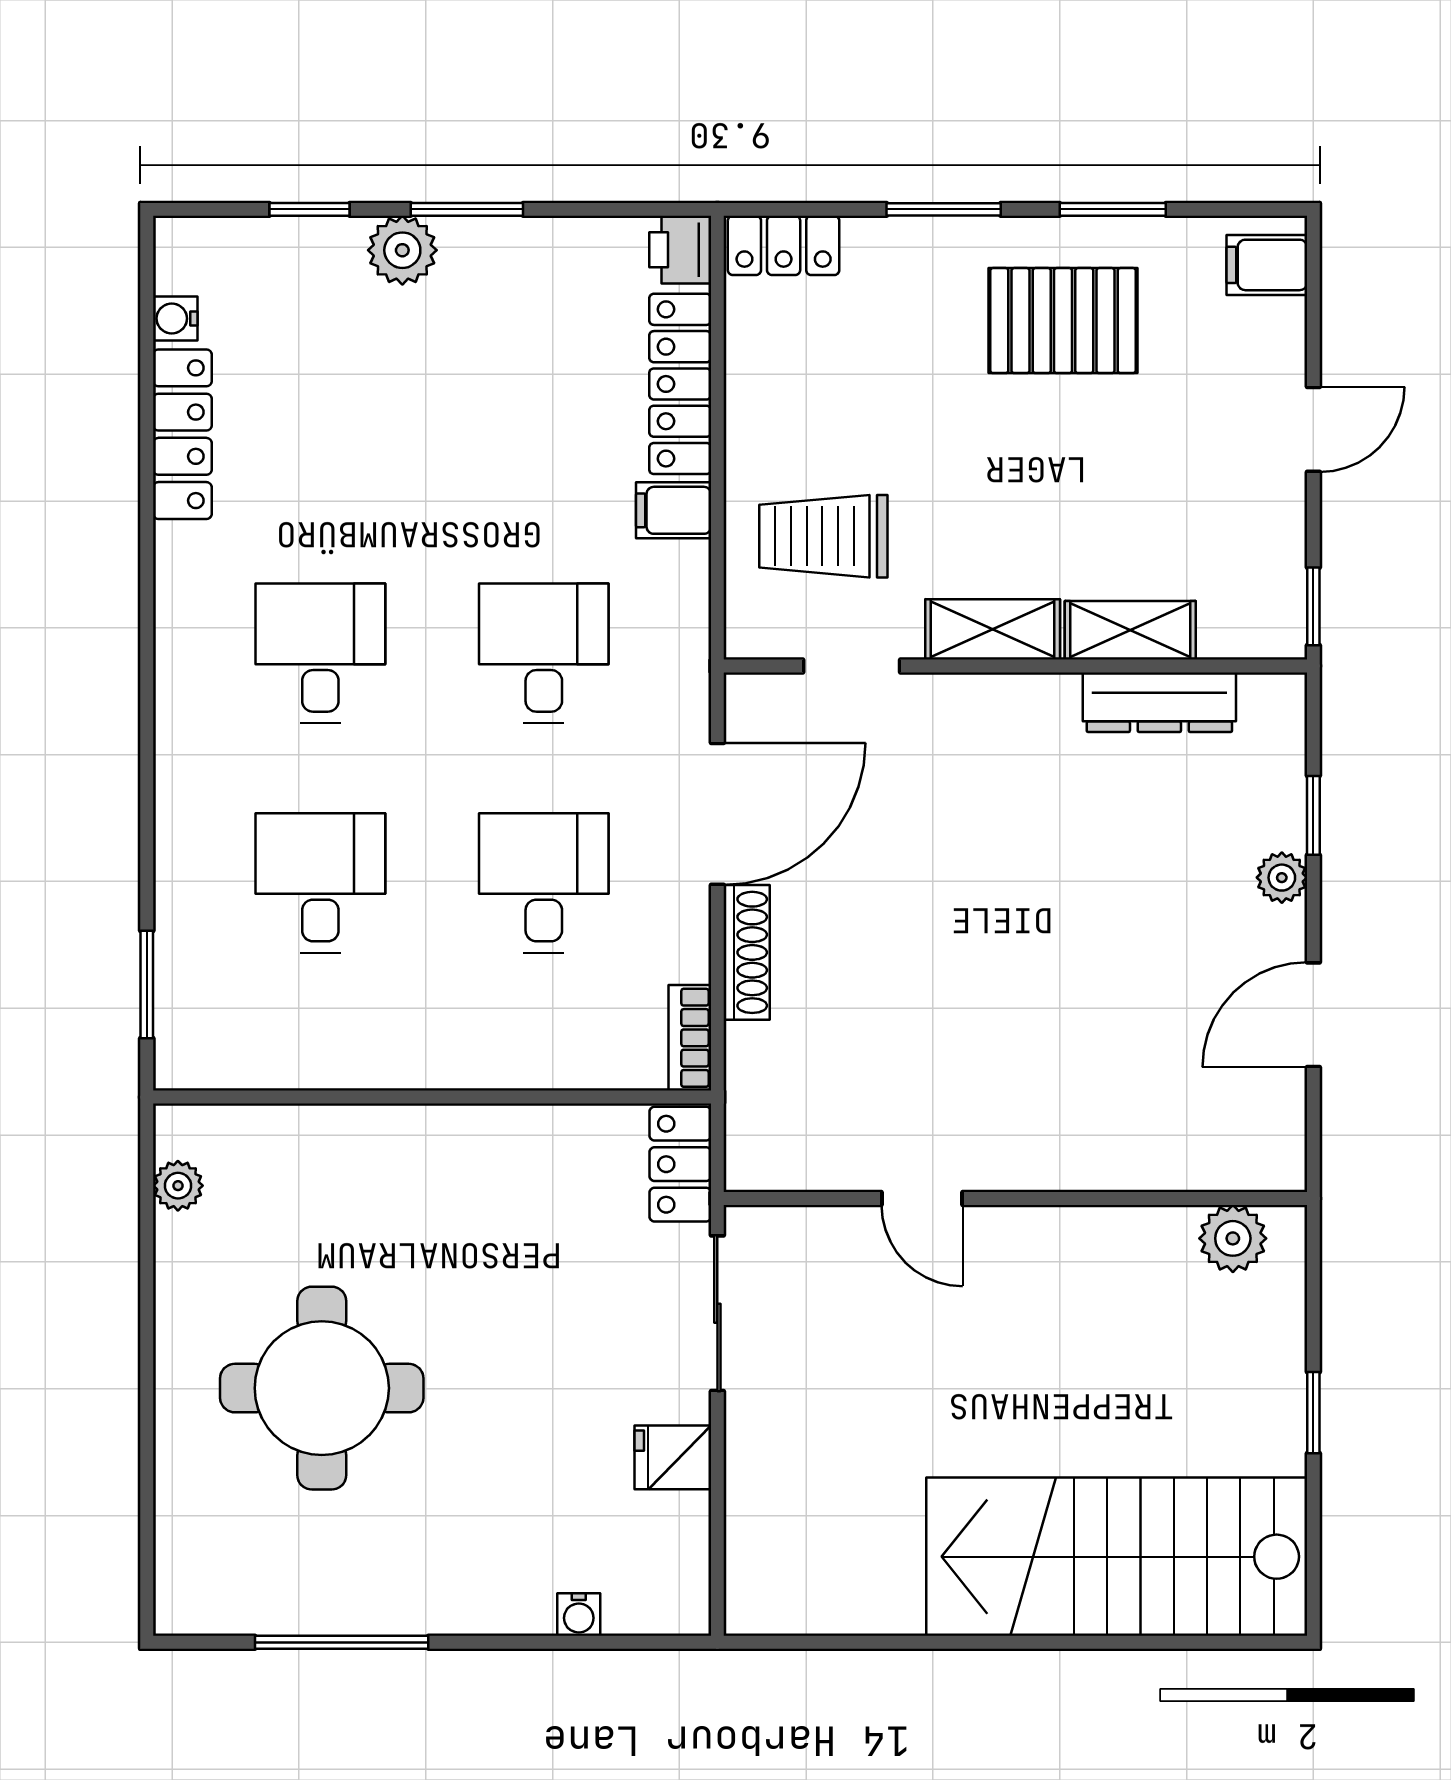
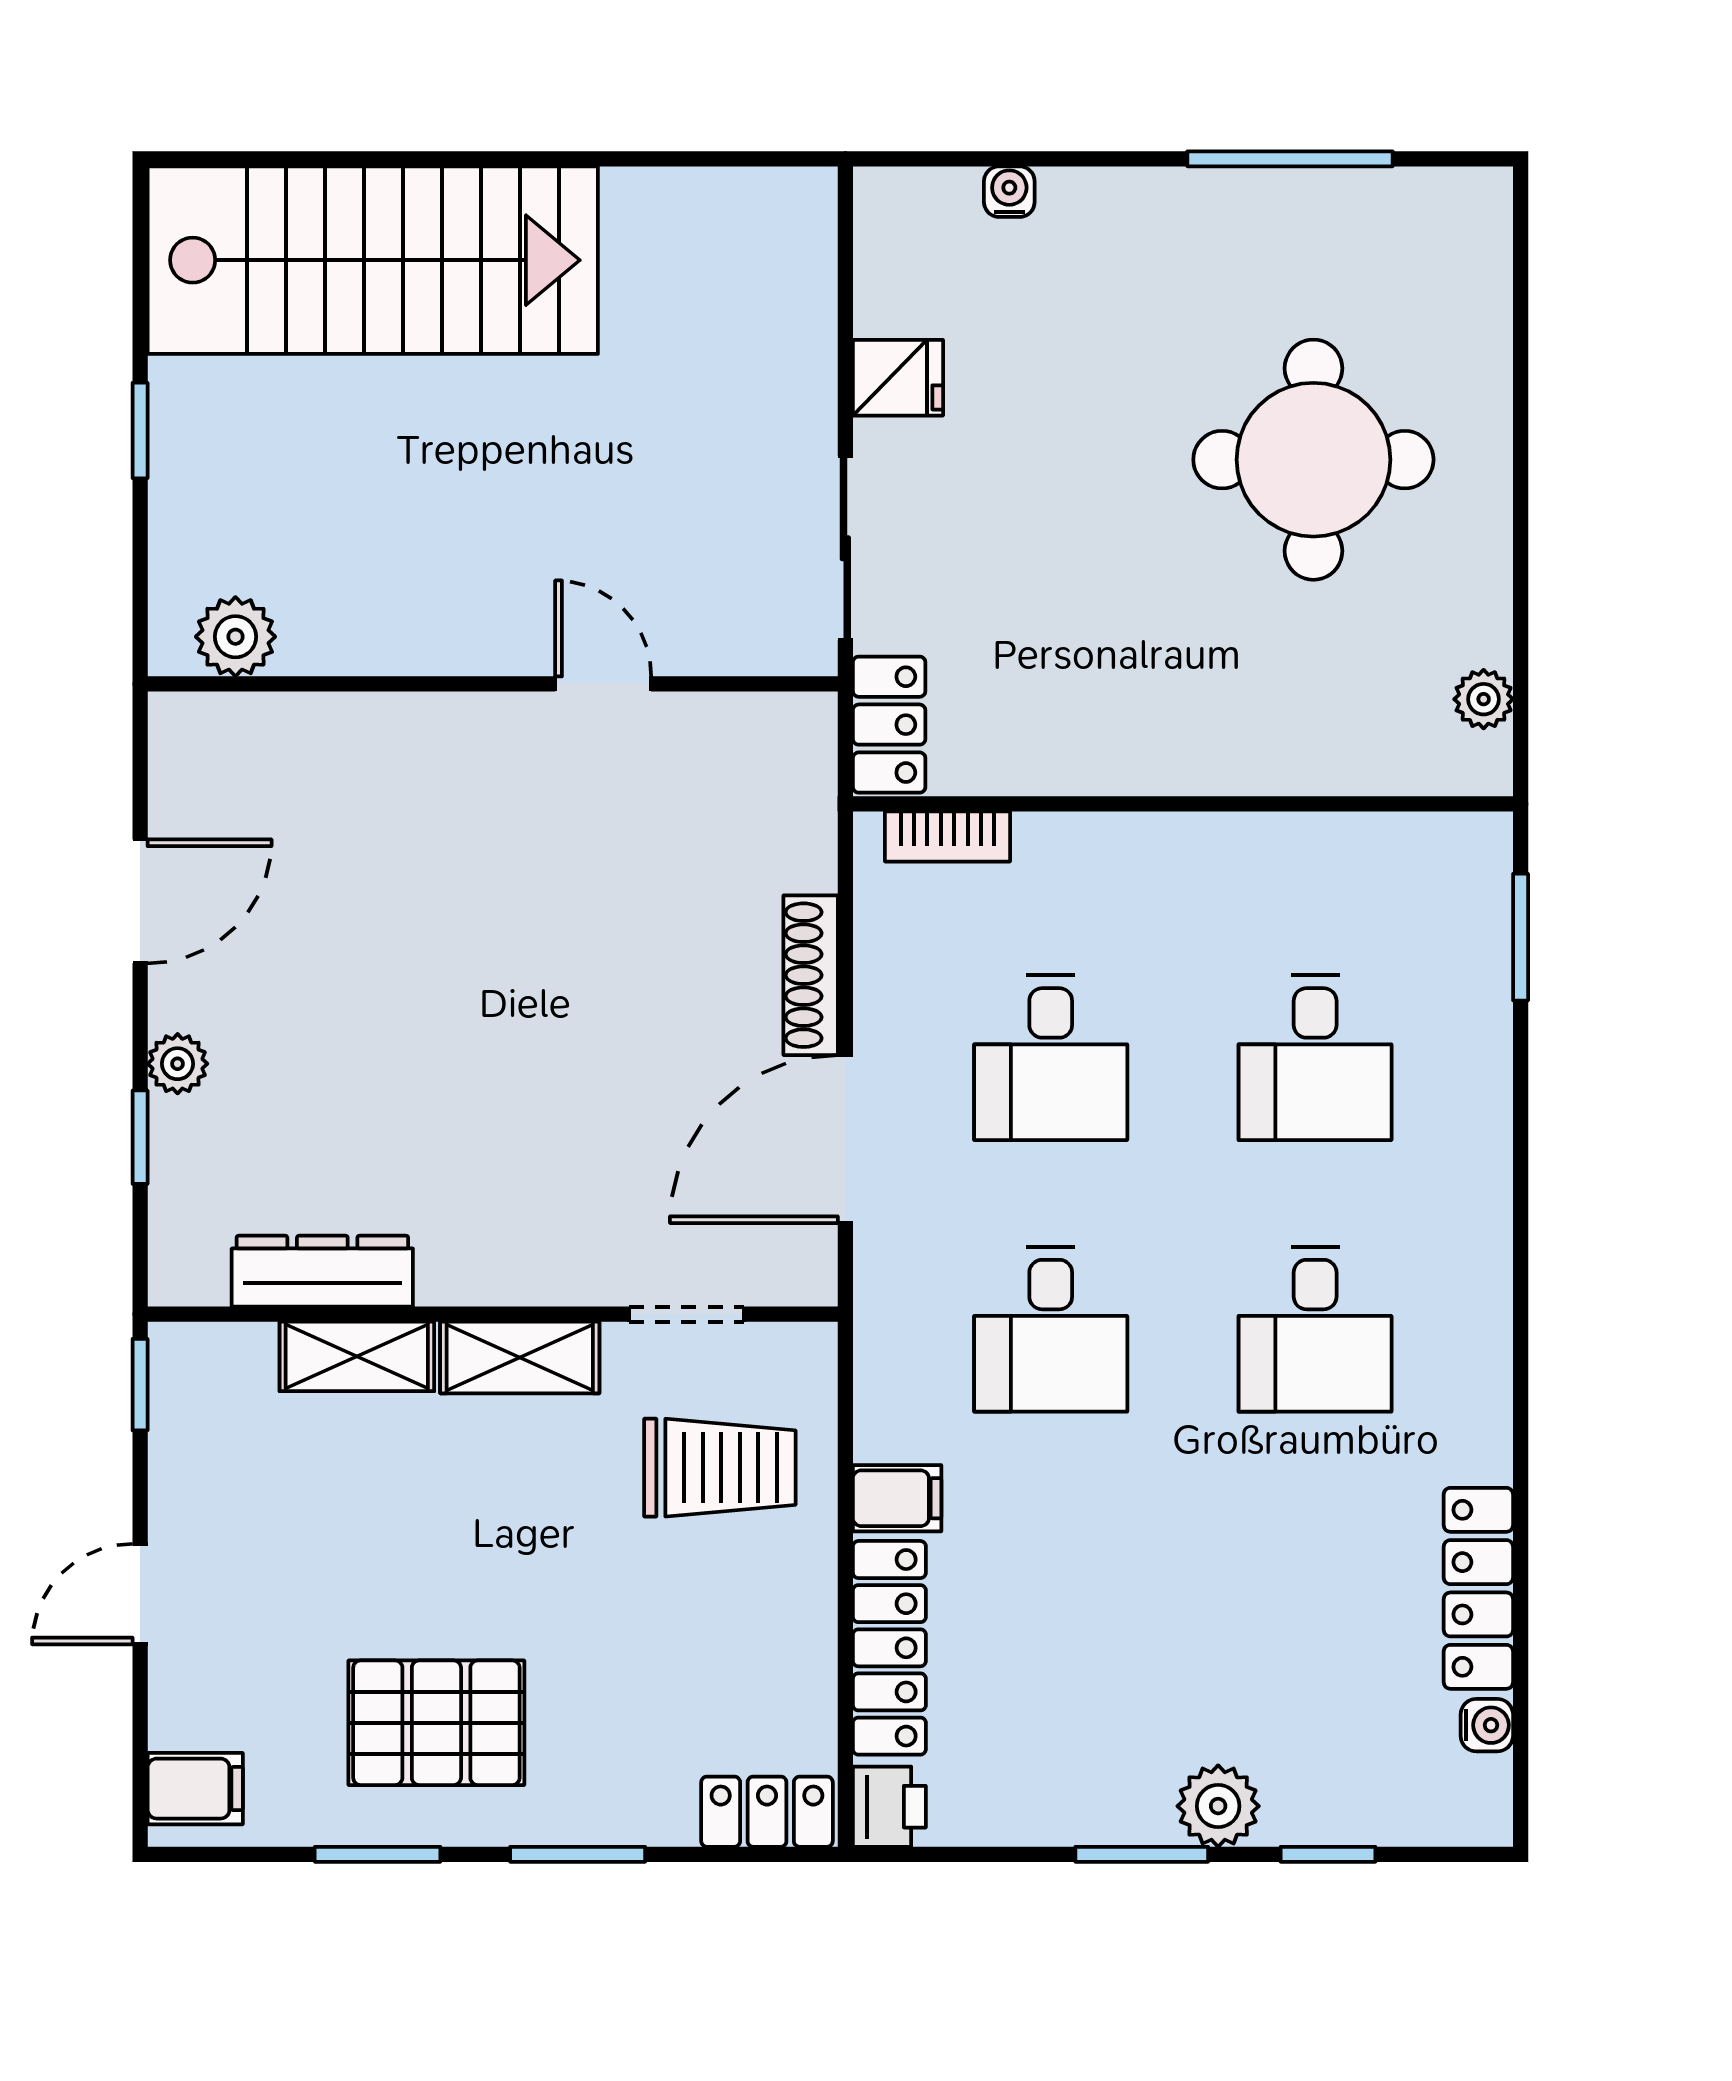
bookcase: (690, 1038) -> (948, 837), moved, turned 90

